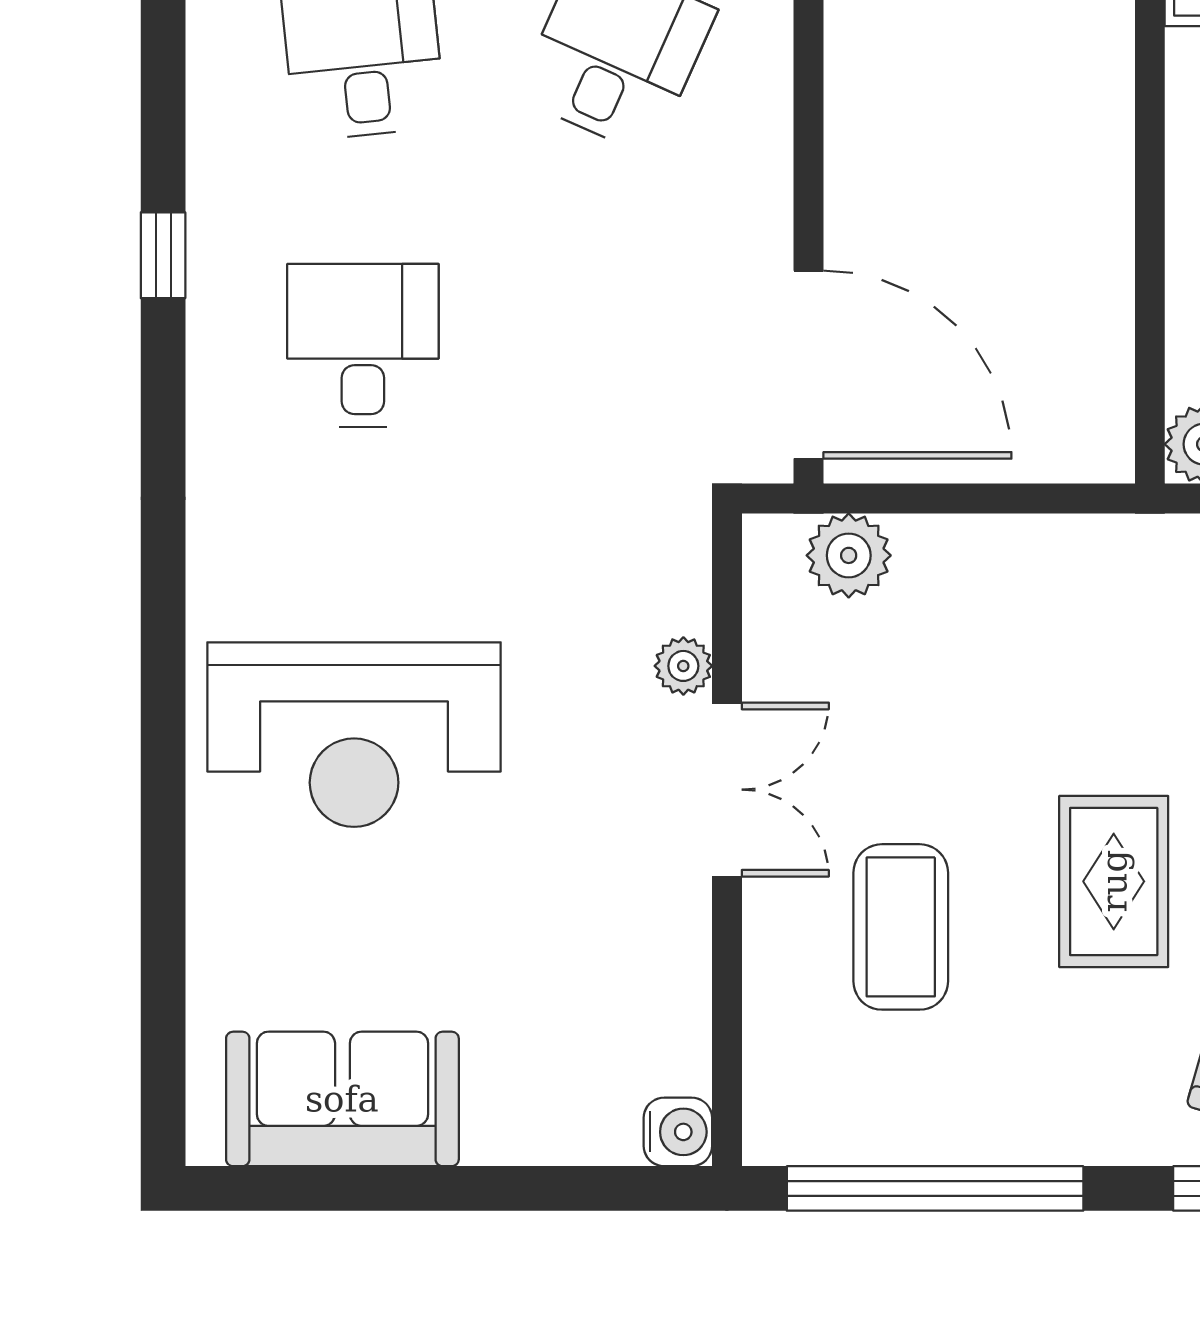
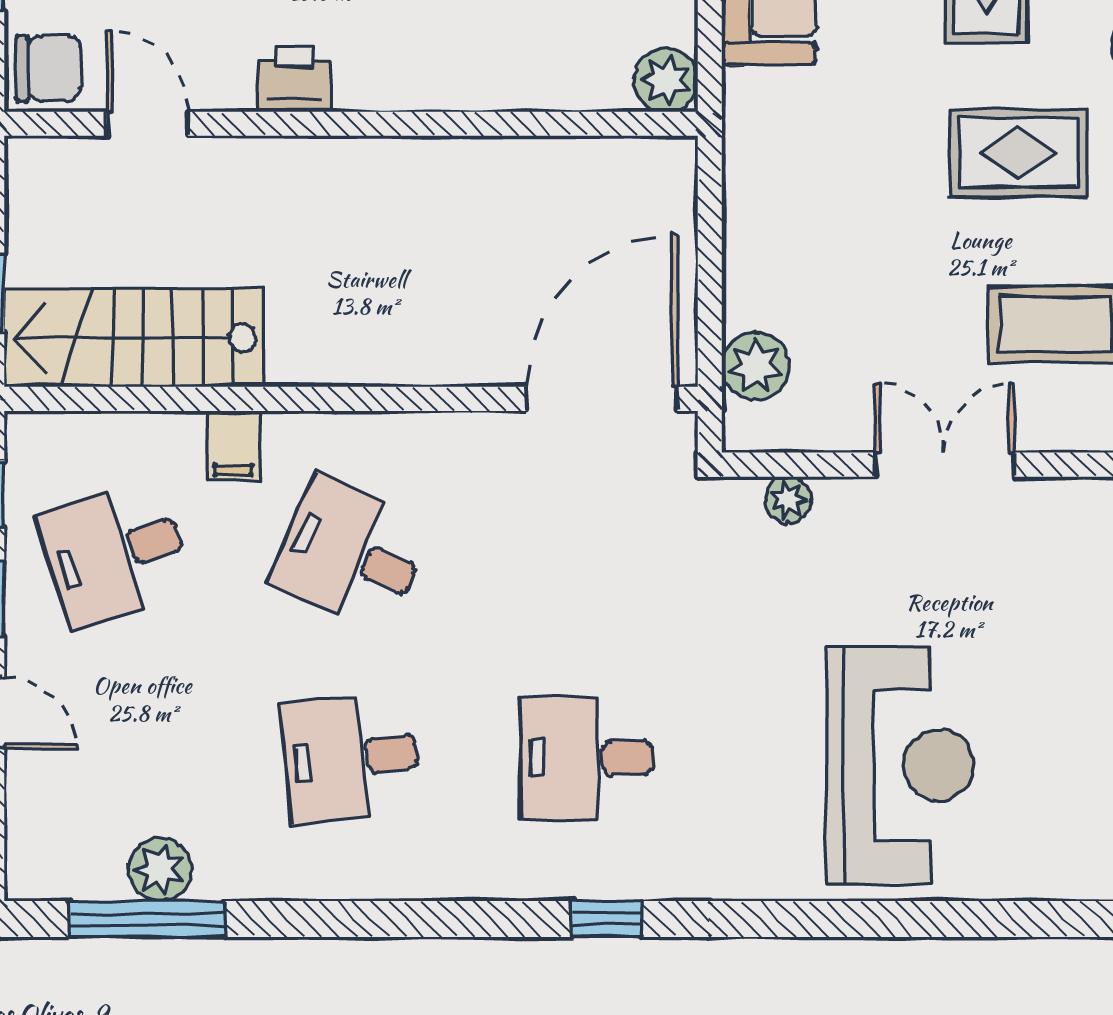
window: (163, 255) -> (607, 919), moved
plant: (683, 666) -> (788, 500), moved

